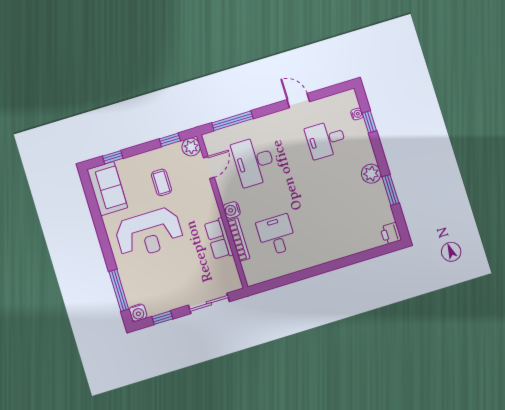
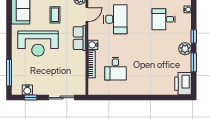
window: (369, 122) -> (194, 36), moved
desk: (254, 161) -> (115, 19), turned 180
printer: (391, 233) -> (183, 84), width x1.87, depth x1.48
desk: (276, 235) -> (115, 69), turned 180
row of seats: (219, 239) -> (79, 38), moved
water cooler: (138, 313) -> (27, 90), moved

